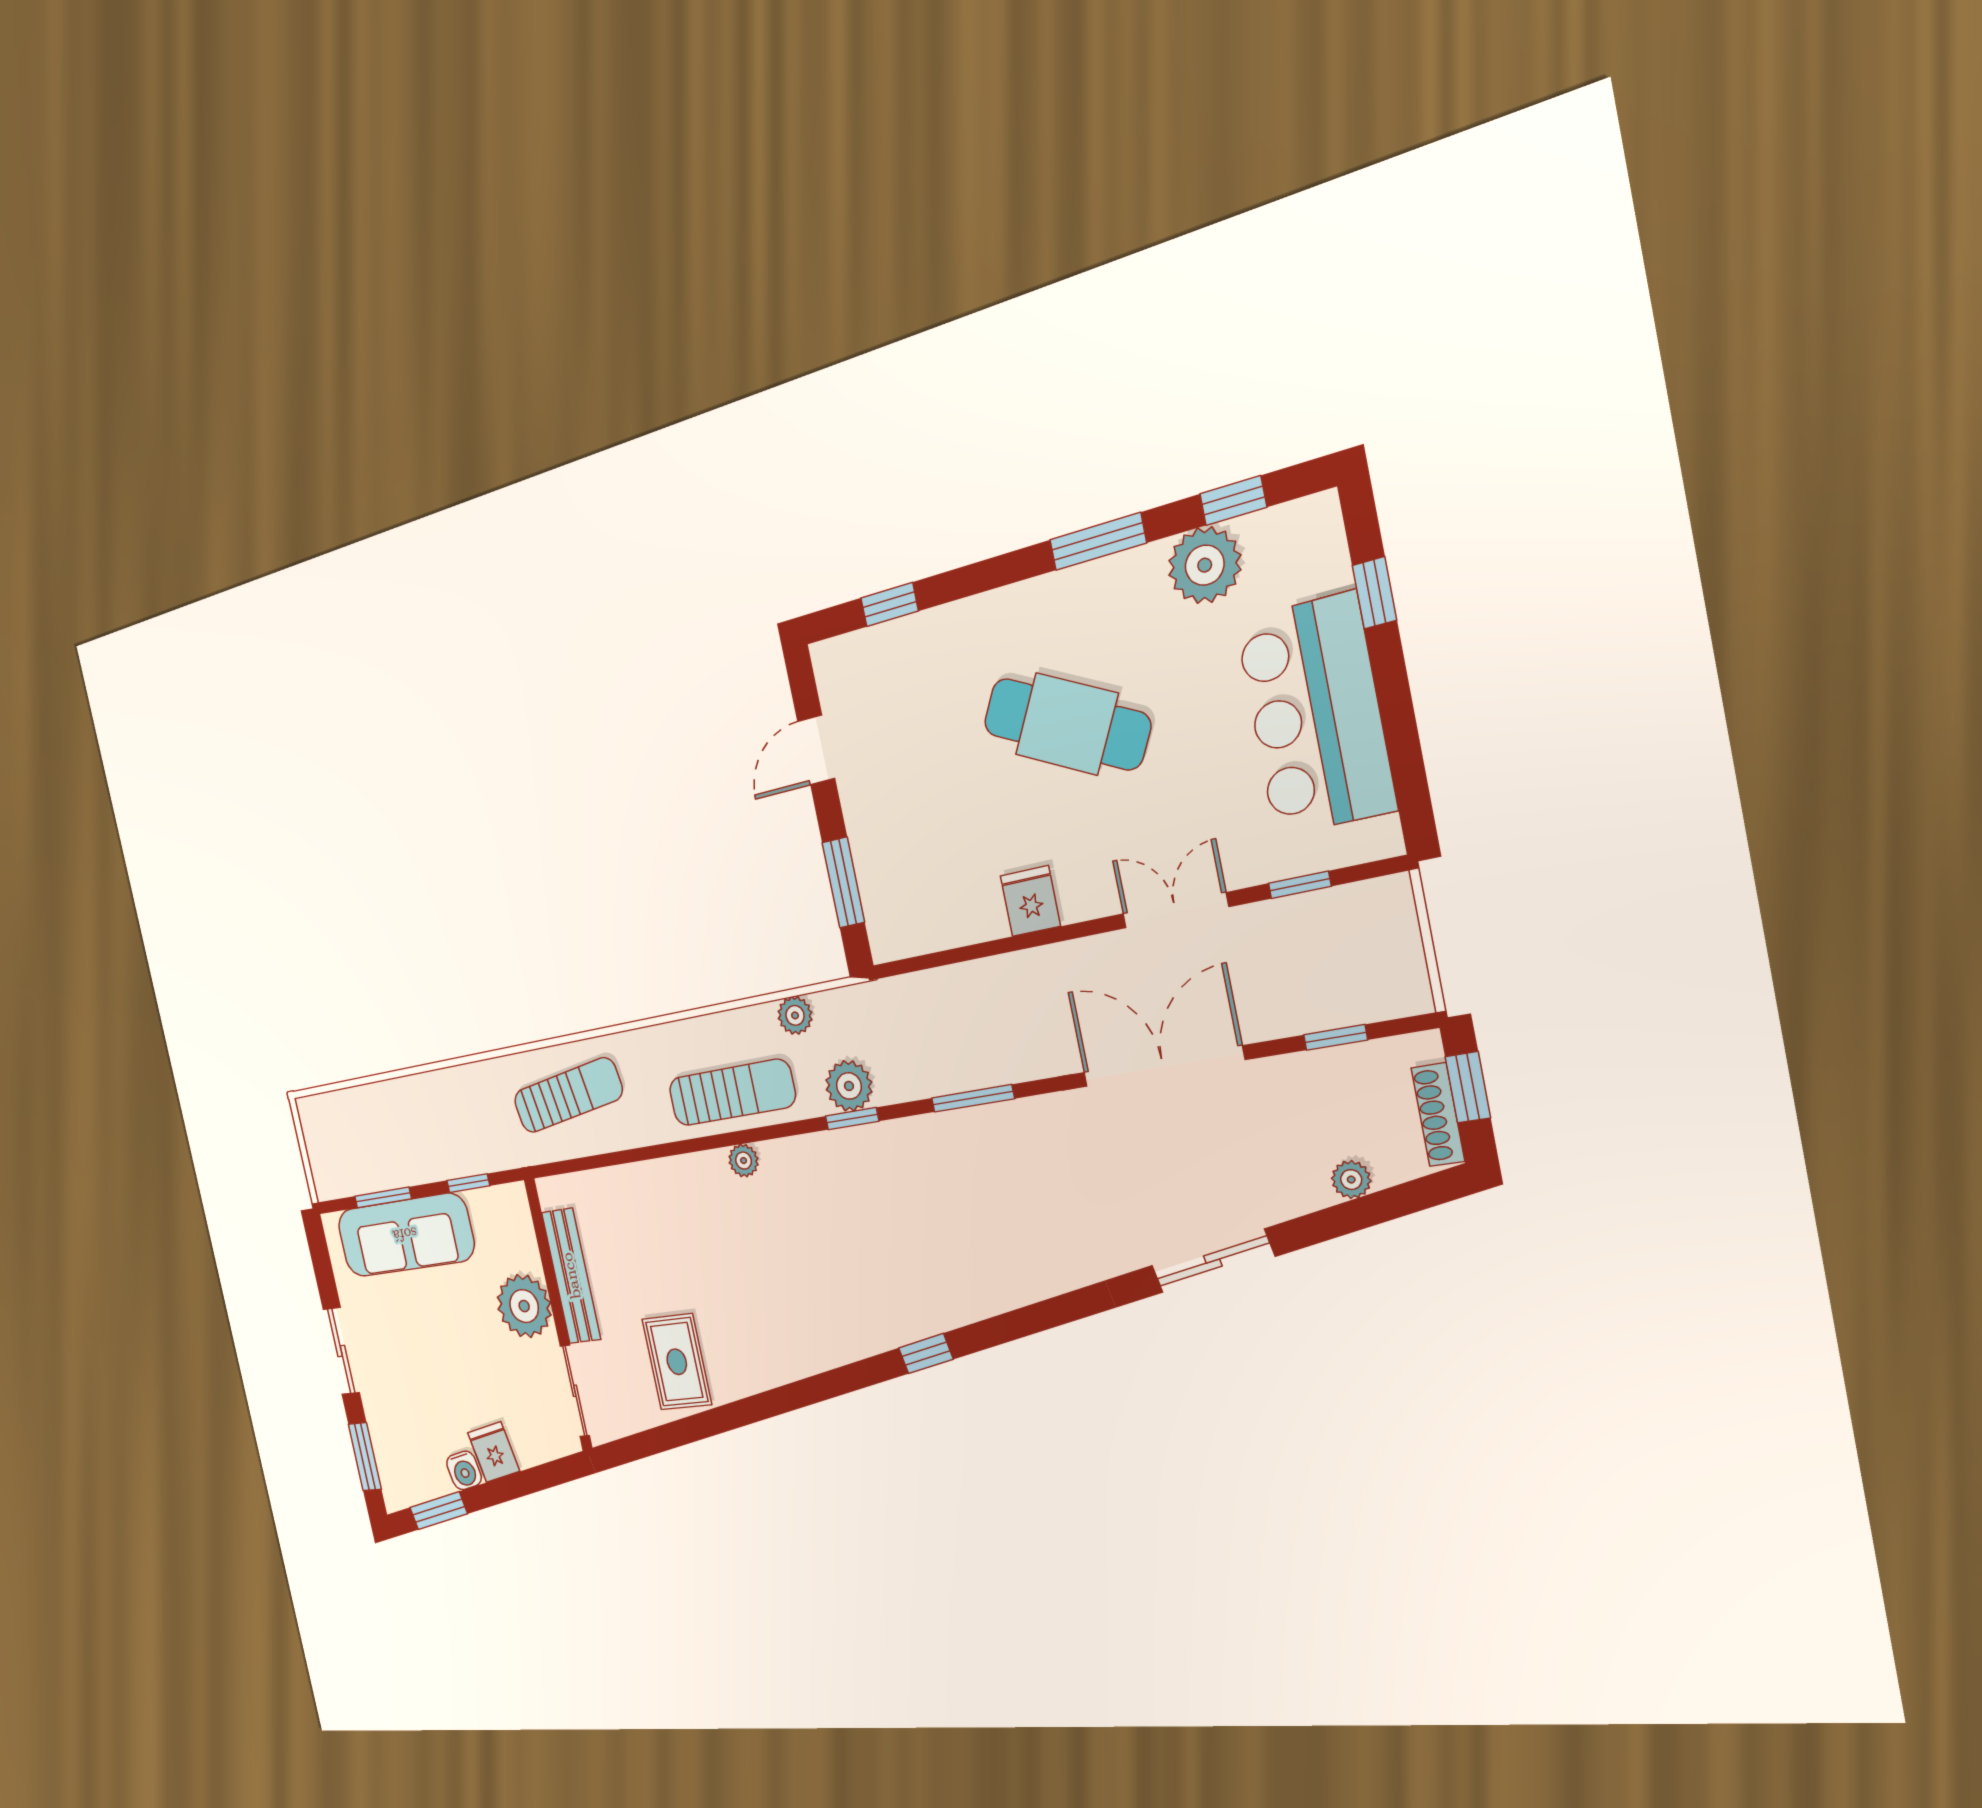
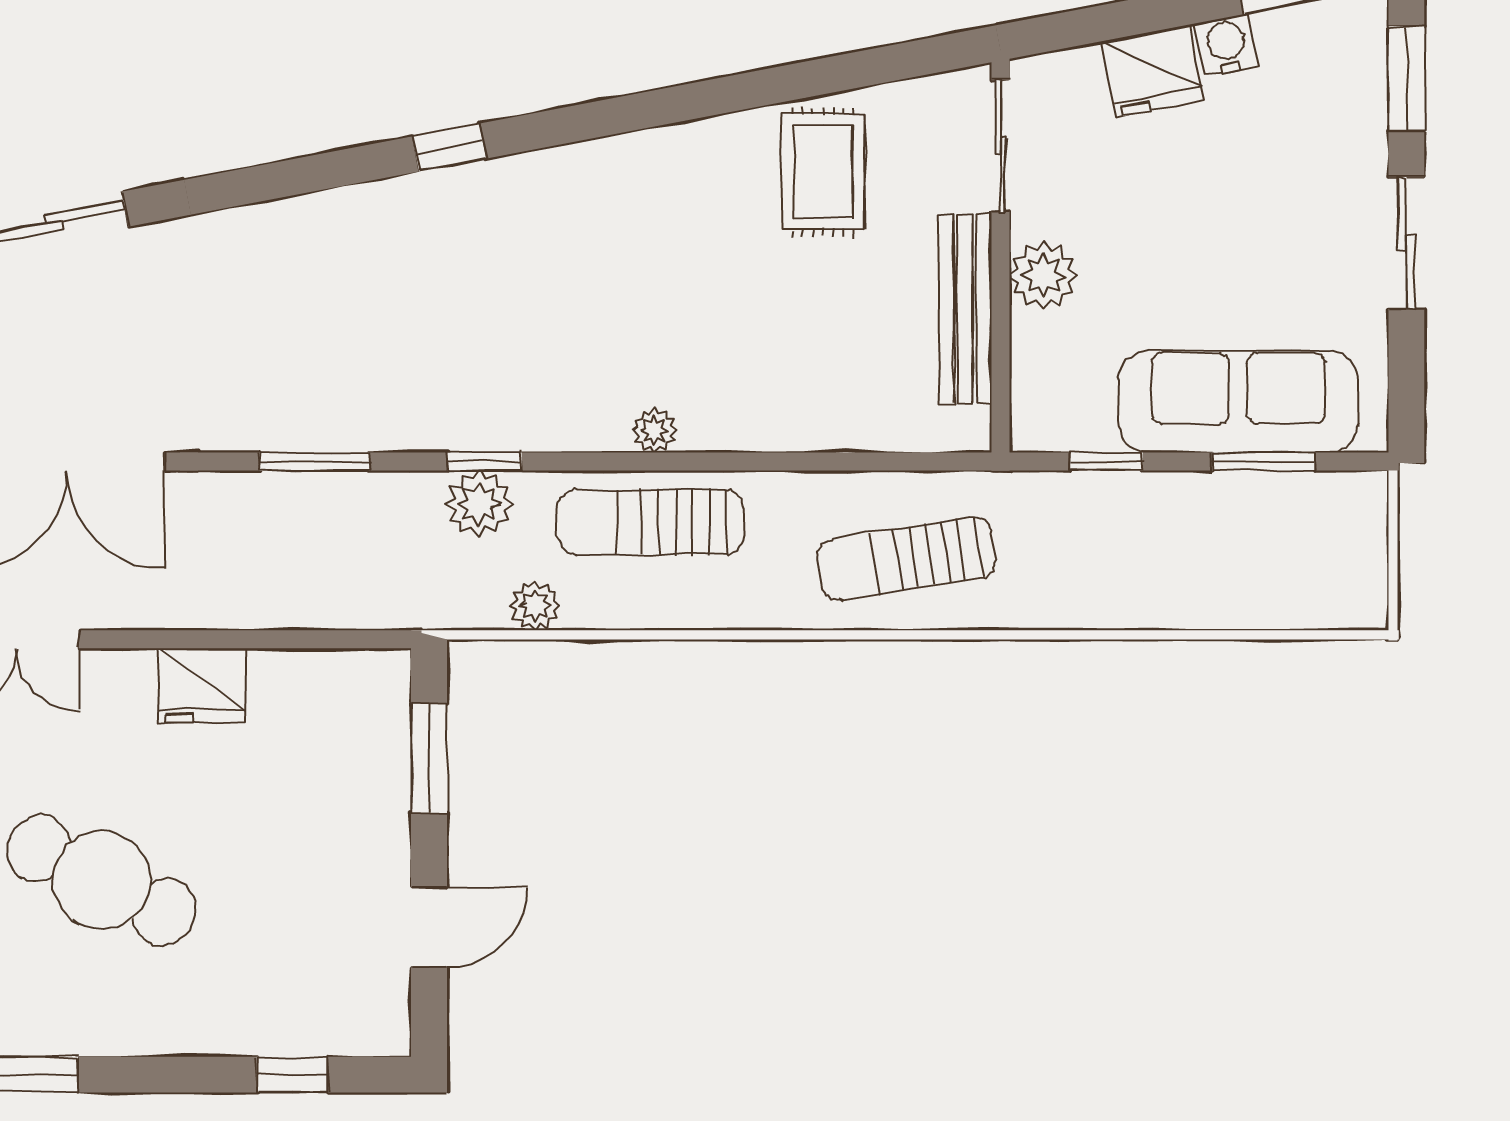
fridge: (1030, 901) -> (201, 686), width x1.38
plant: (524, 1306) -> (1043, 275), width x0.73, depth x0.73
fridge: (494, 1452) -> (1153, 71), width x1.38

